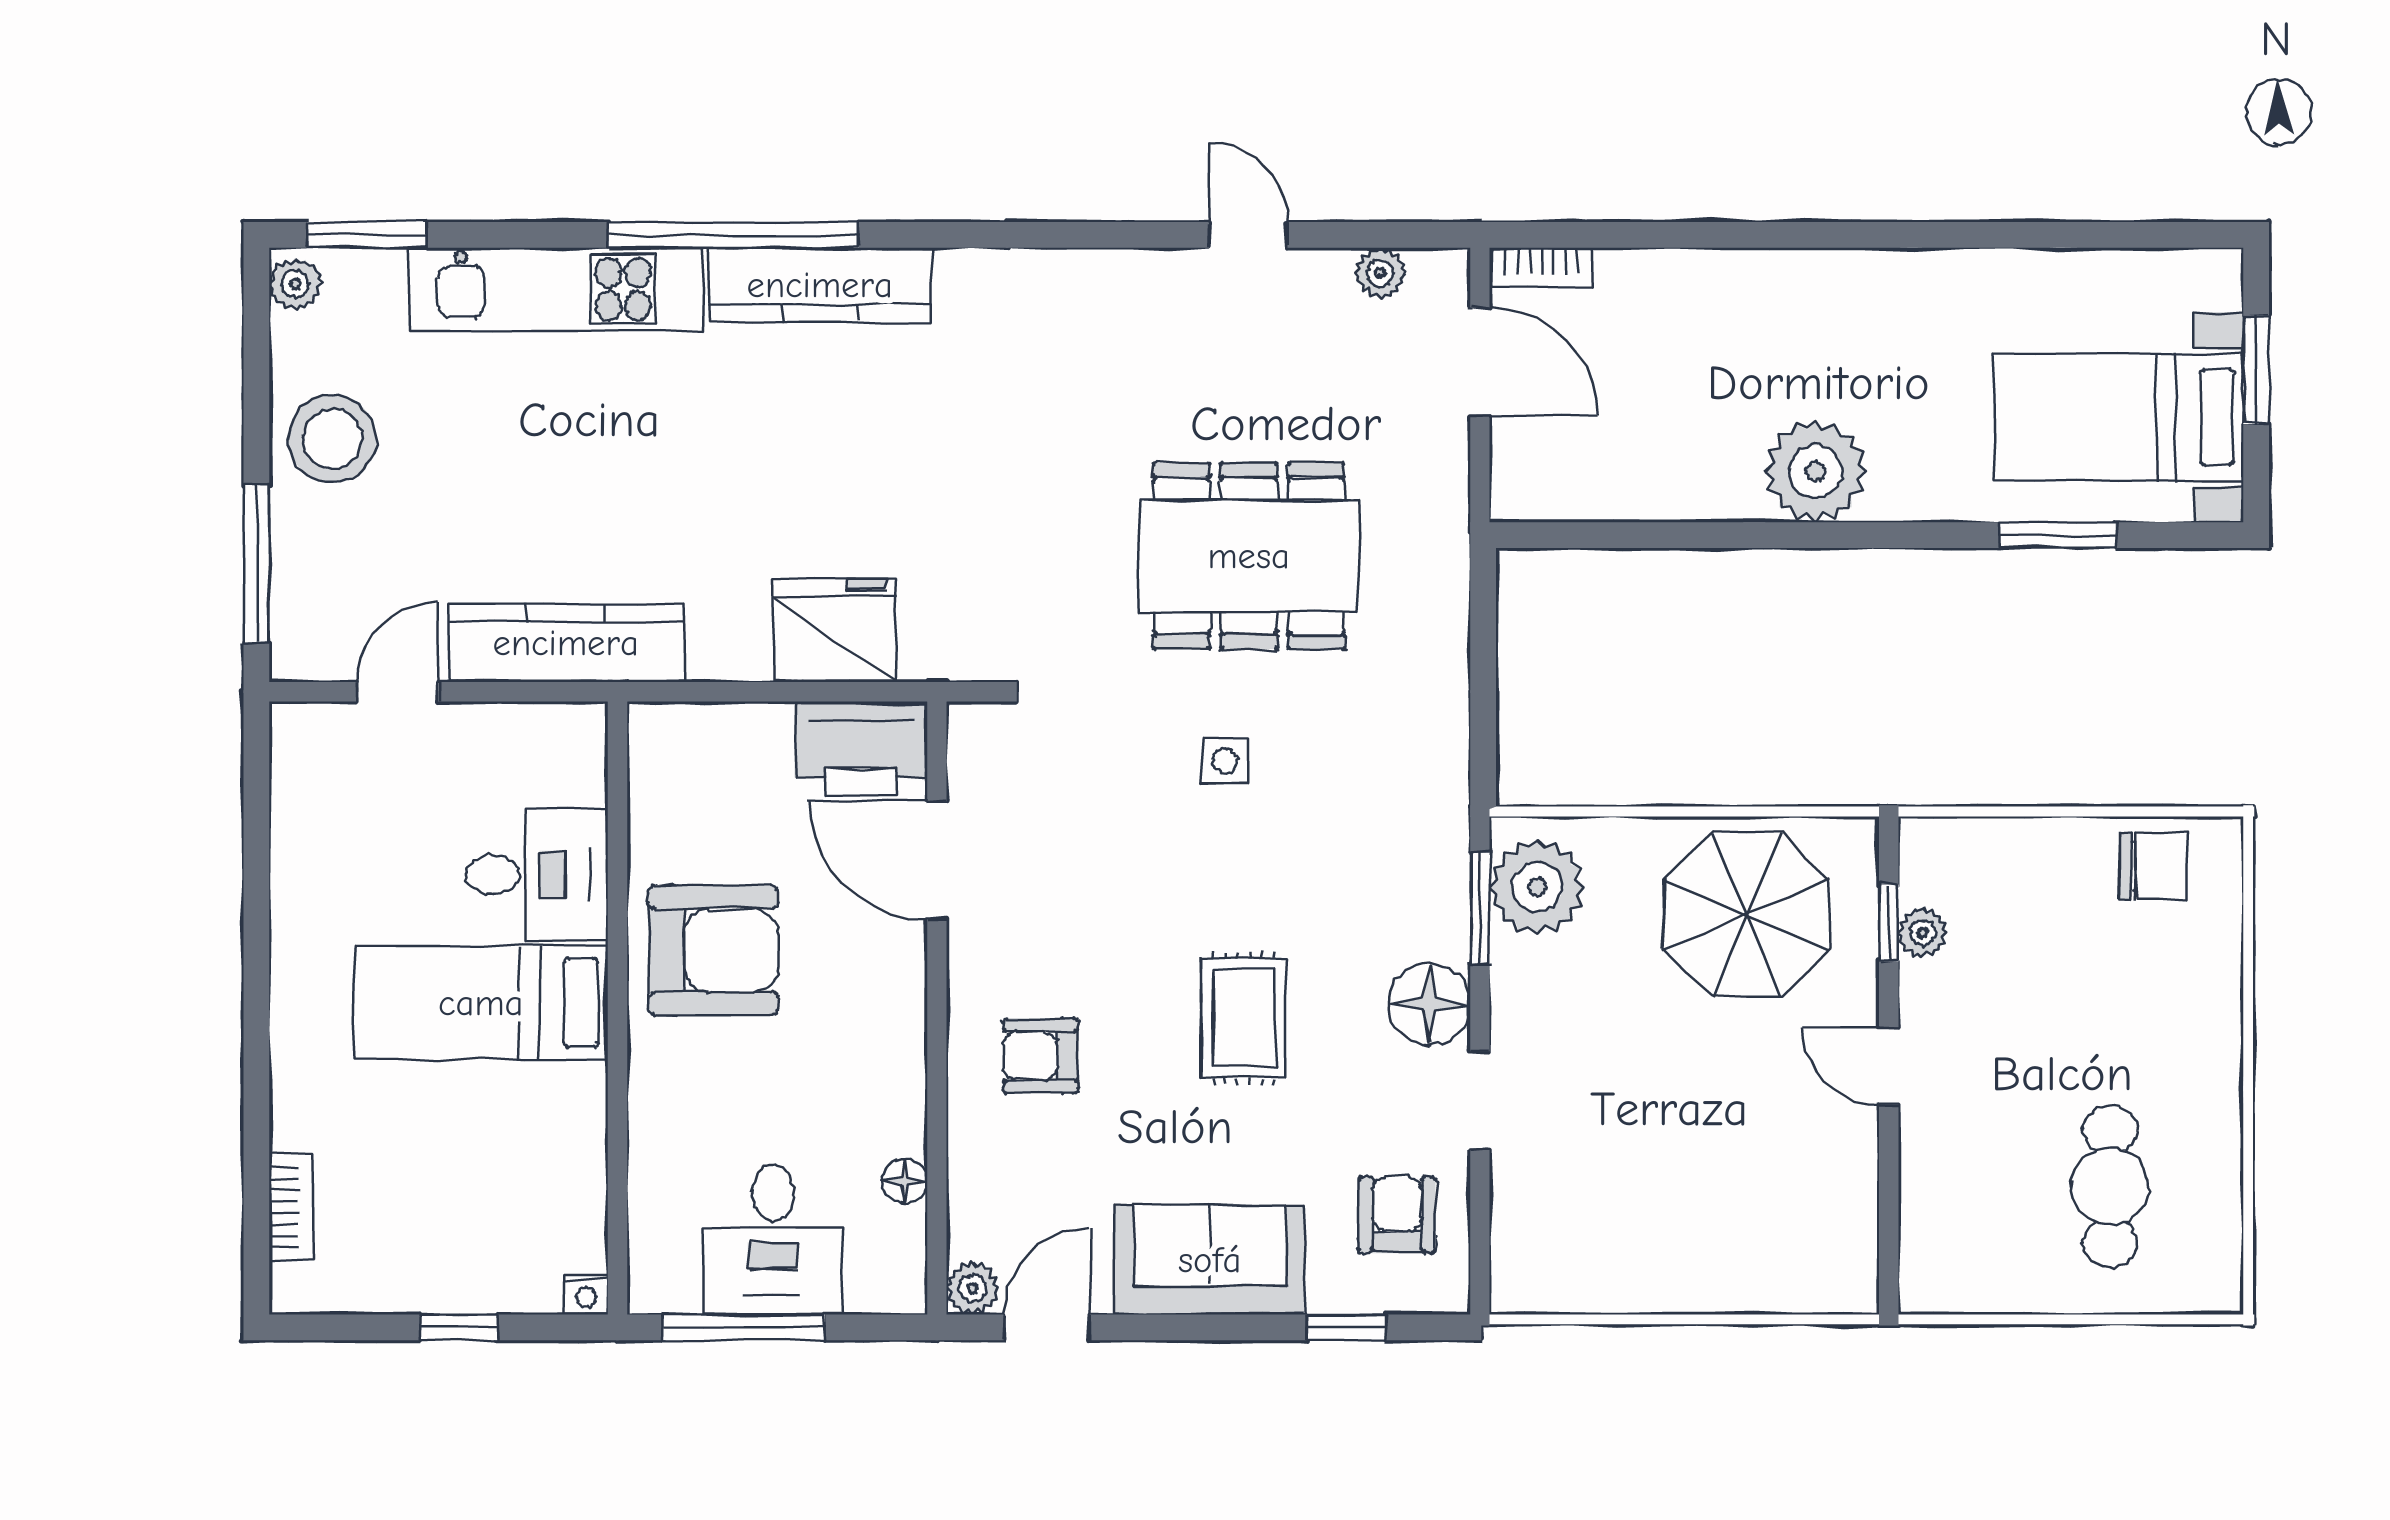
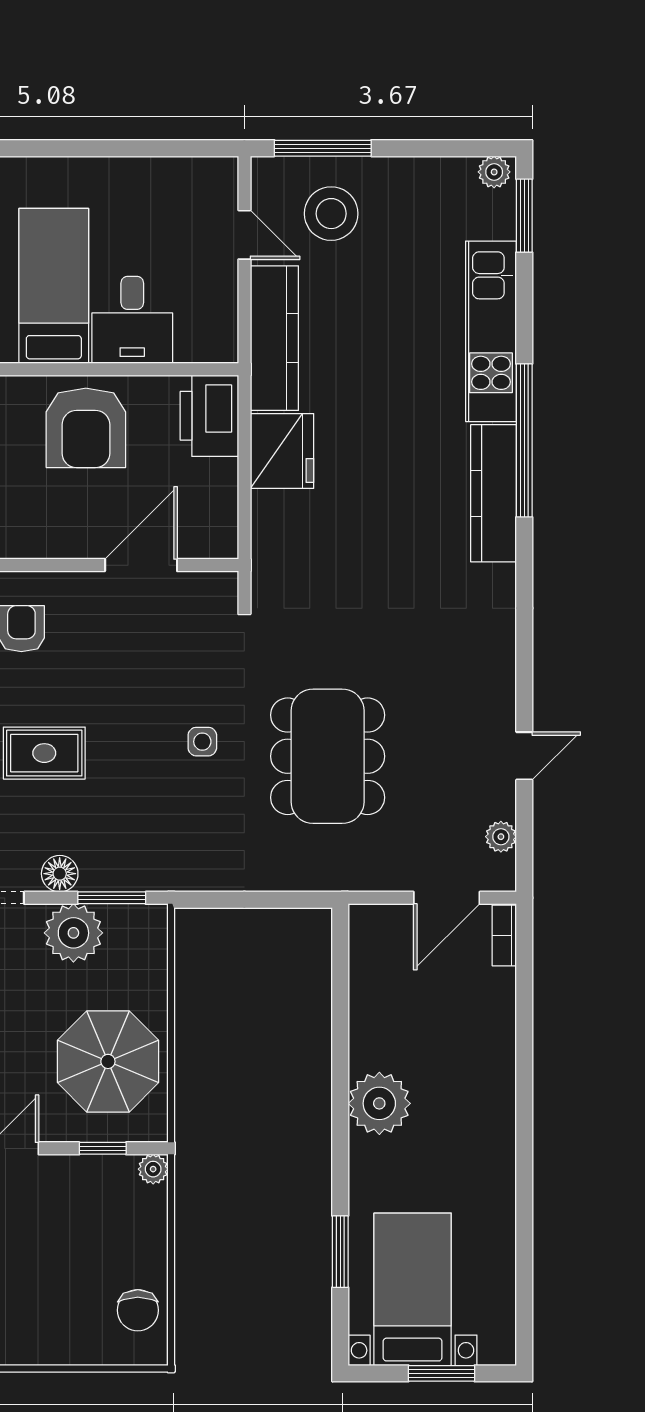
stool: (332, 439) -> (331, 214), moved
fridge: (835, 630) -> (282, 451), moved
printer: (861, 749) -> (209, 416), moved
plant: (1537, 887) -> (73, 933), moved
plant: (1923, 933) -> (153, 1169), moved
floor lamp: (1429, 1004) -> (60, 874), width x0.73, depth x0.73

